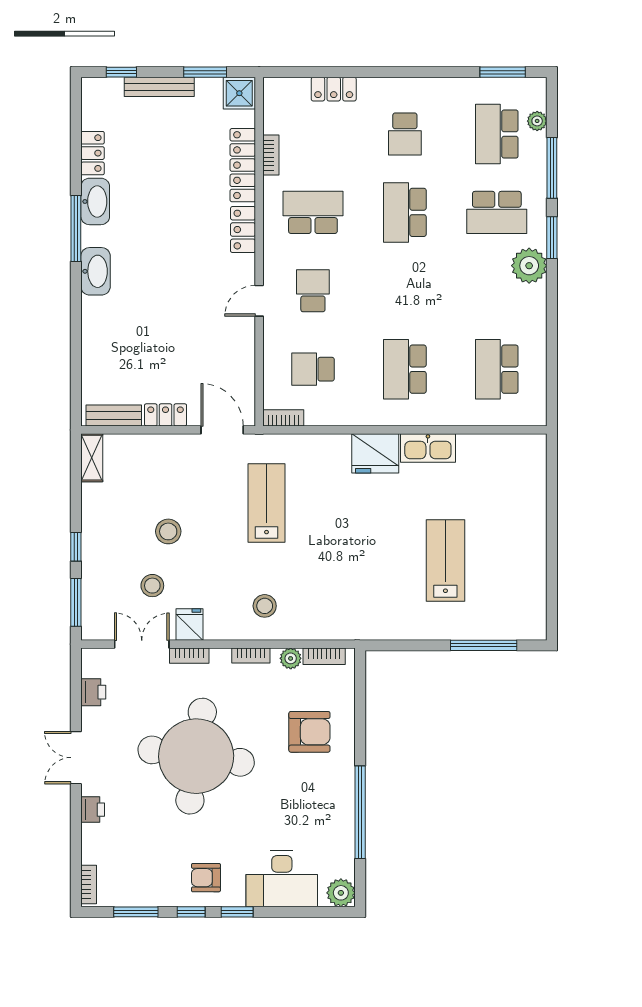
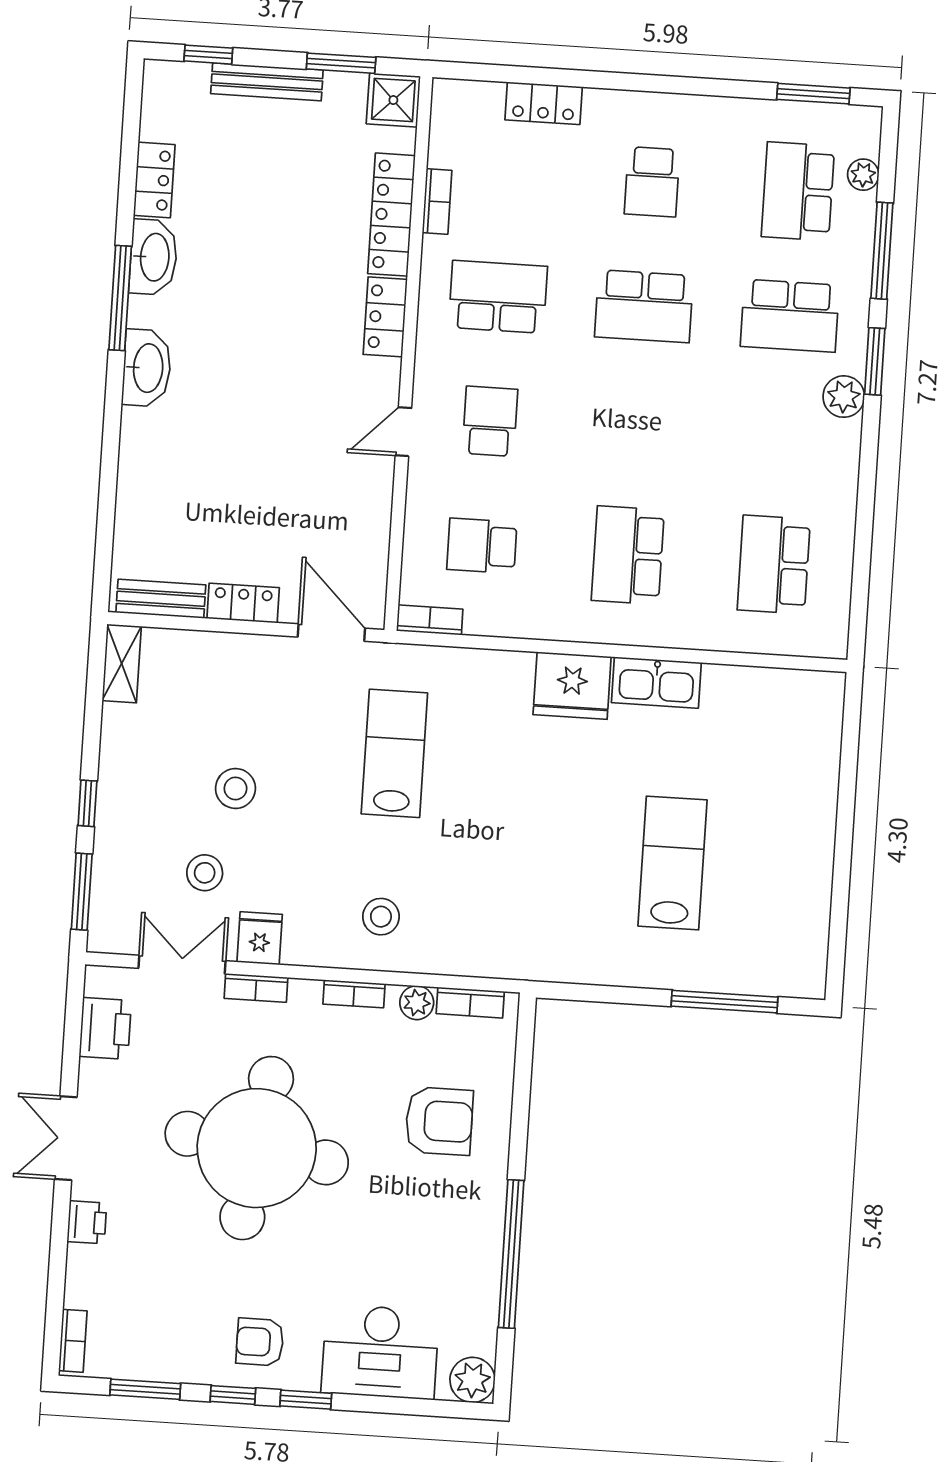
school desk: (405, 212) -> (644, 306), turned -90
plant: (529, 266) -> (844, 397), width x0.73, depth x0.73
printer: (93, 692) -> (105, 1028), width x1.36, depth x1.24

